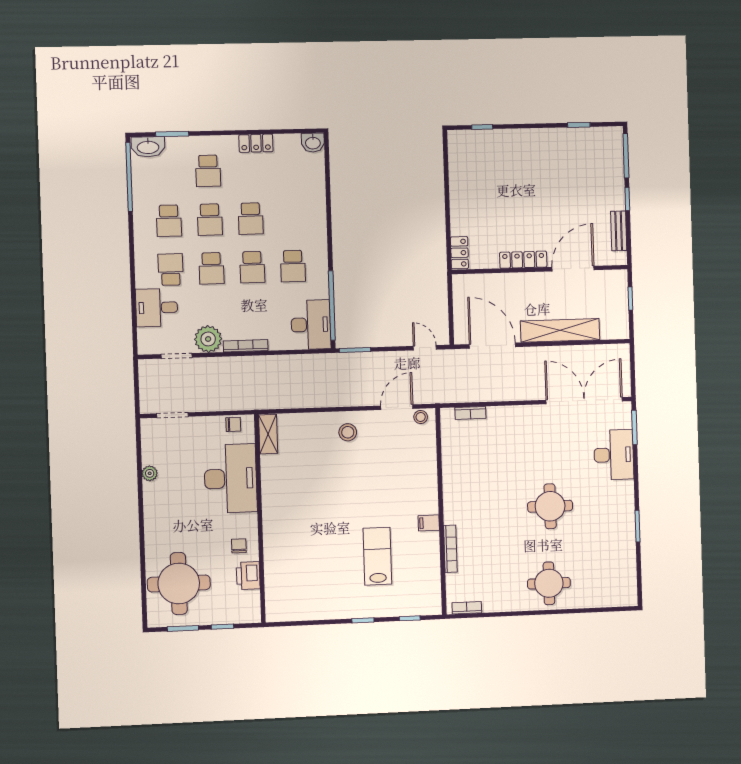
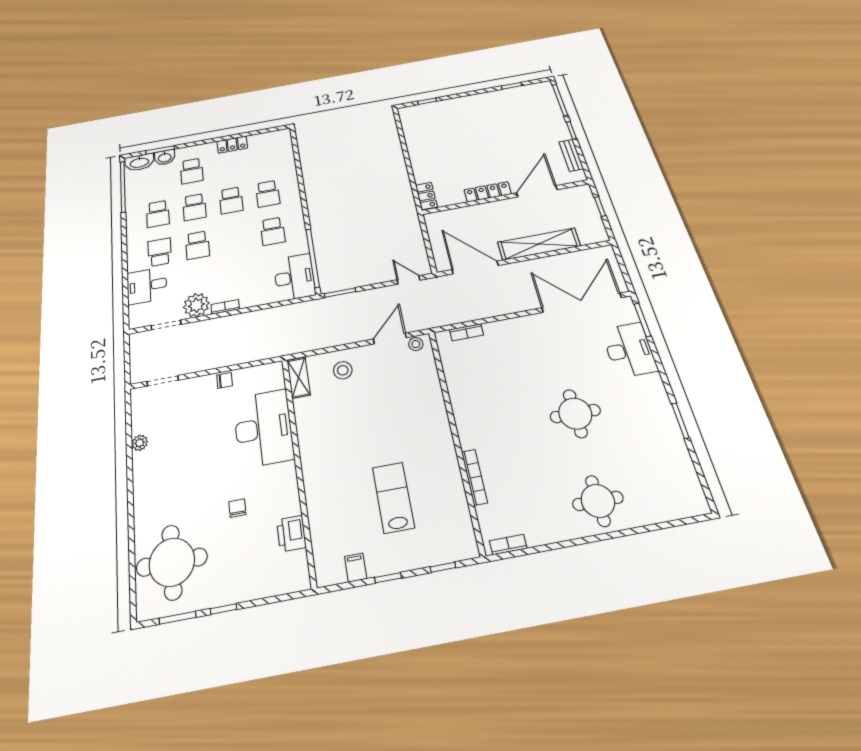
washbasin: (313, 143) -> (165, 157), moved
school desk: (252, 267) -> (268, 194), moved
bookcase: (246, 346) -> (225, 307), width x0.64
shelving: (268, 434) -> (299, 378), moved
desk: (231, 479) -> (263, 428), moved
wall: (260, 519) -> (298, 466), moved
filing cabinet: (429, 523) -> (356, 568), moved, turned 90
printer: (248, 576) -> (291, 534), moved

